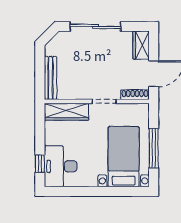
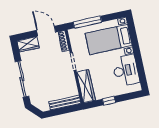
window: (154, 148) -> (87, 22), moved
window: (40, 164) -> (109, 101), moved
desk: (61, 166) -> (126, 70), moved, turned -90

